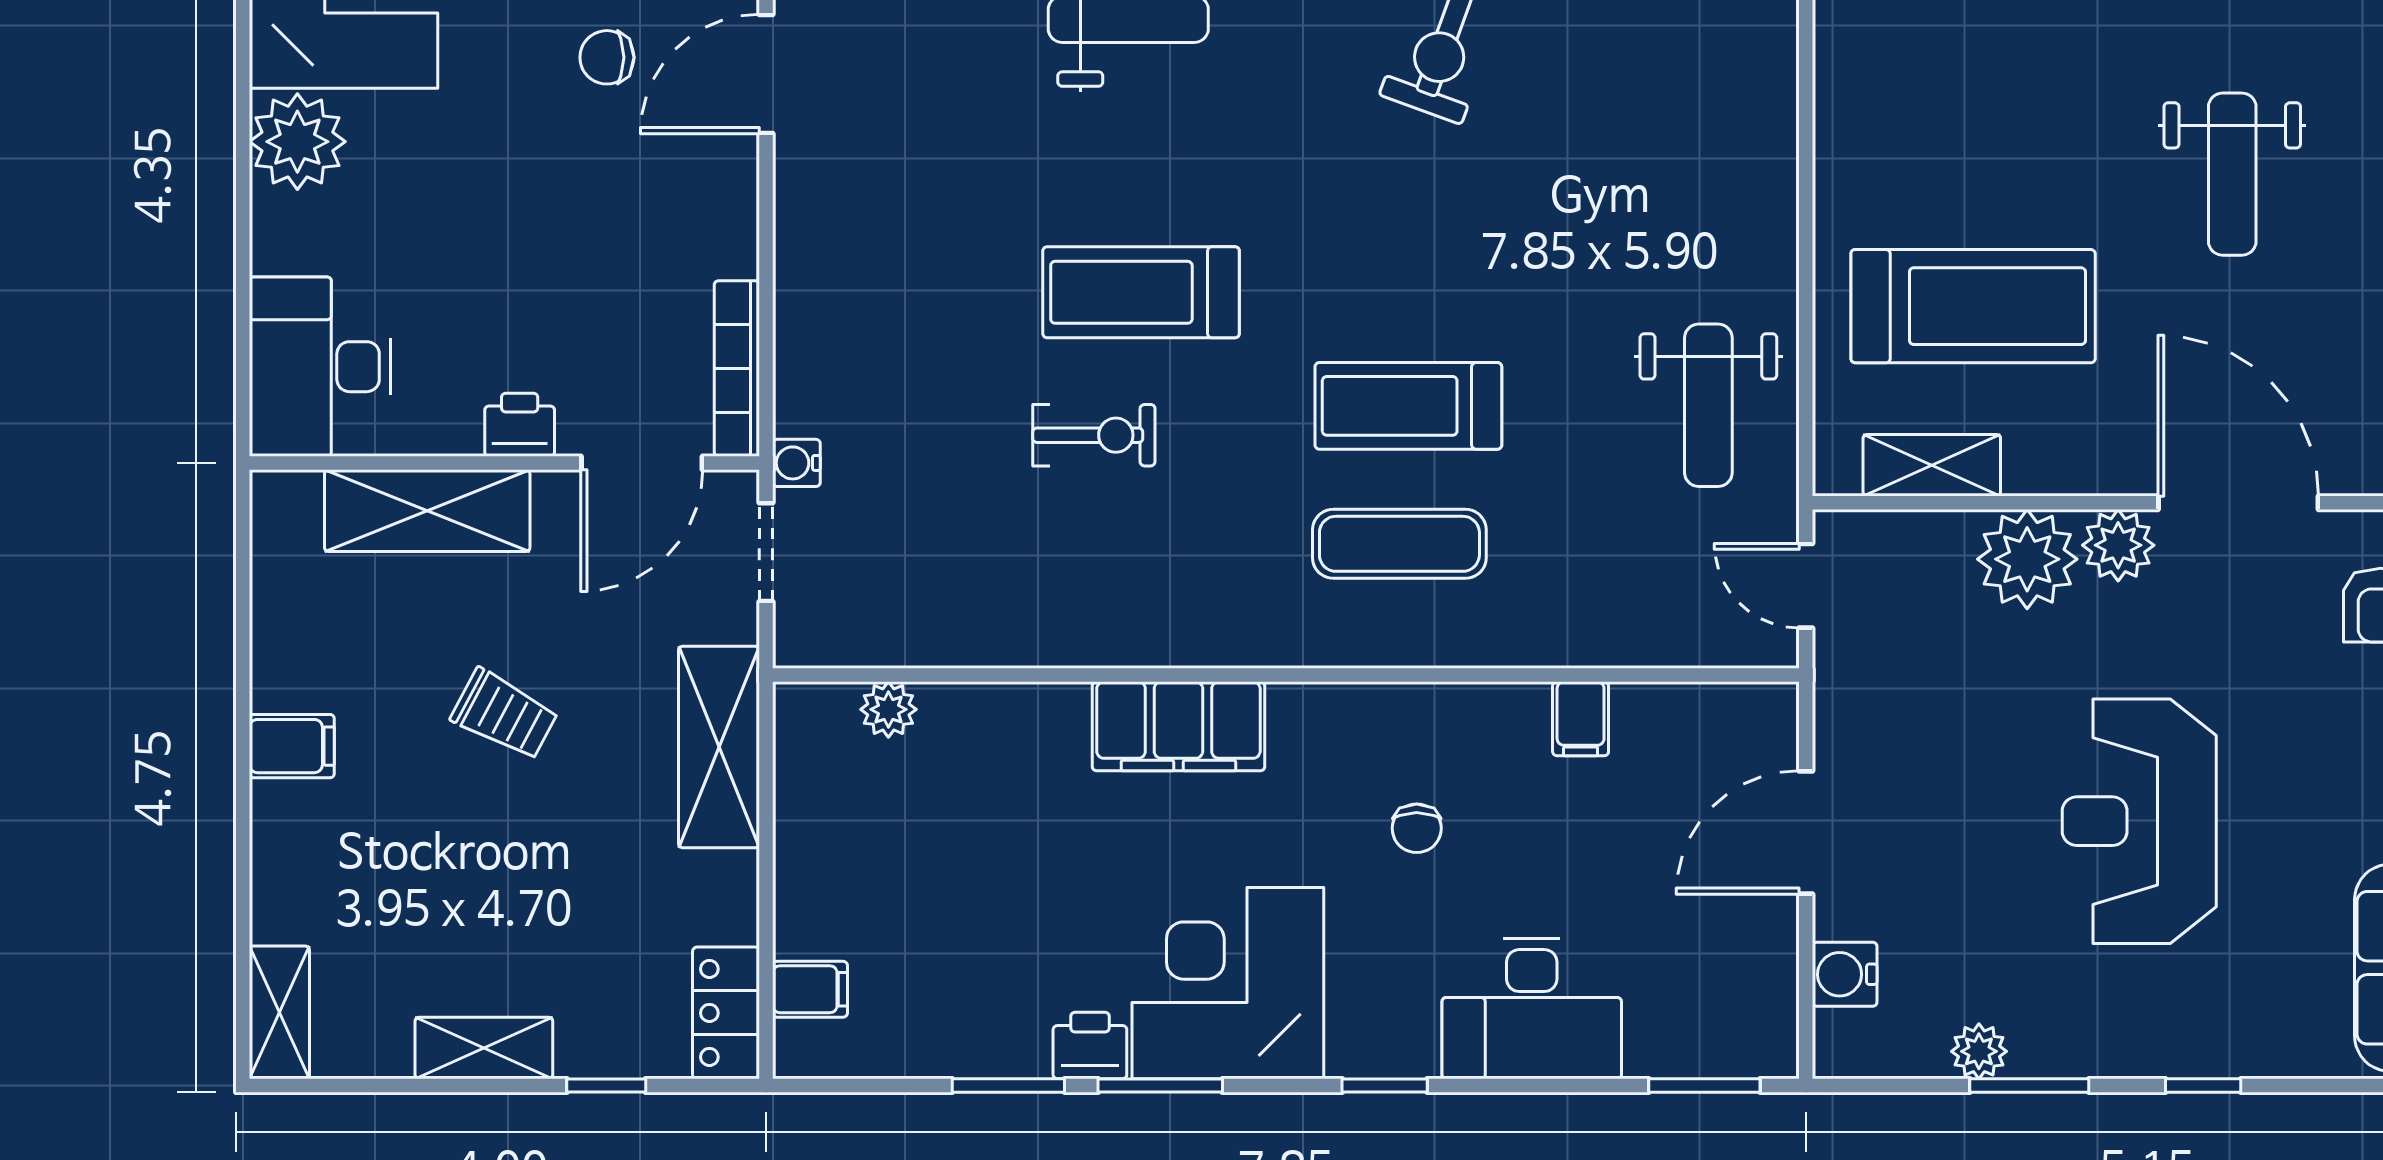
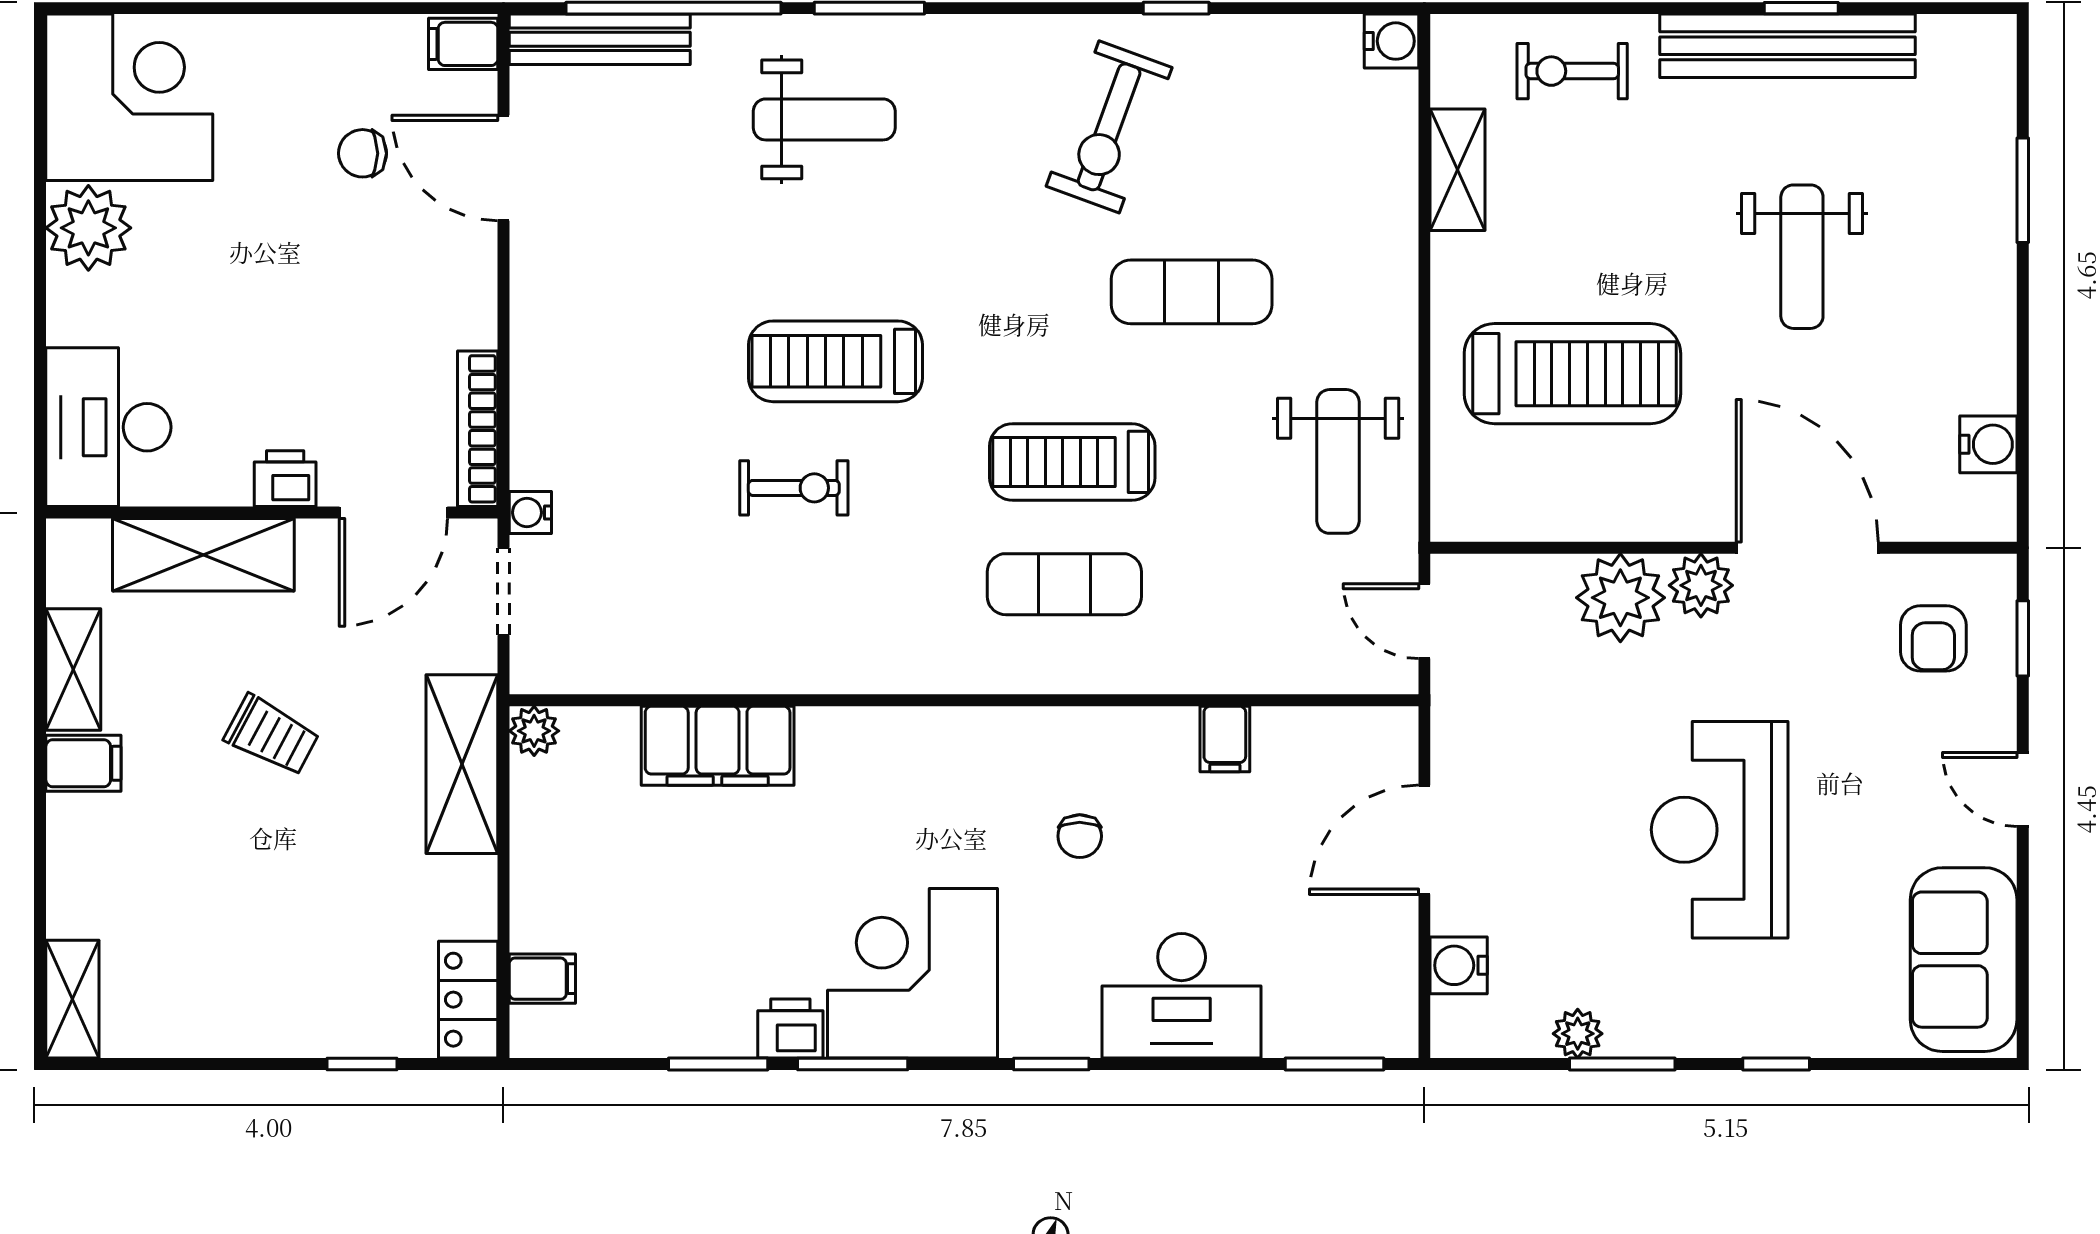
door: (766, 74) -> (503, 168), hinge flipped
exercise mat: (1543, 214) -> (1192, 292), added
shelving: (1932, 465) -> (1458, 170), moved, turned 90
plant: (888, 709) -> (534, 731), moved
filing cabinet: (1178, 726) -> (718, 746), moved
shelving: (484, 1048) -> (73, 670), moved, turned 90

